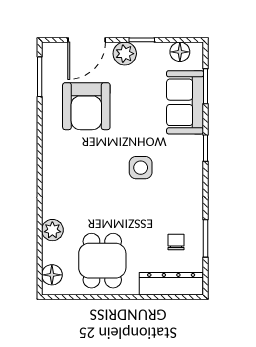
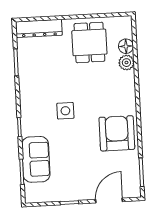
floor lamp: (180, 52) -> (42, 195), removed
plant: (125, 54) -> (81, 192), removed
armchair: (86, 106) -> (117, 133), moved
chair: (176, 242) -> (37, 59), removed
floor lamp: (52, 275) -> (126, 46), moved

